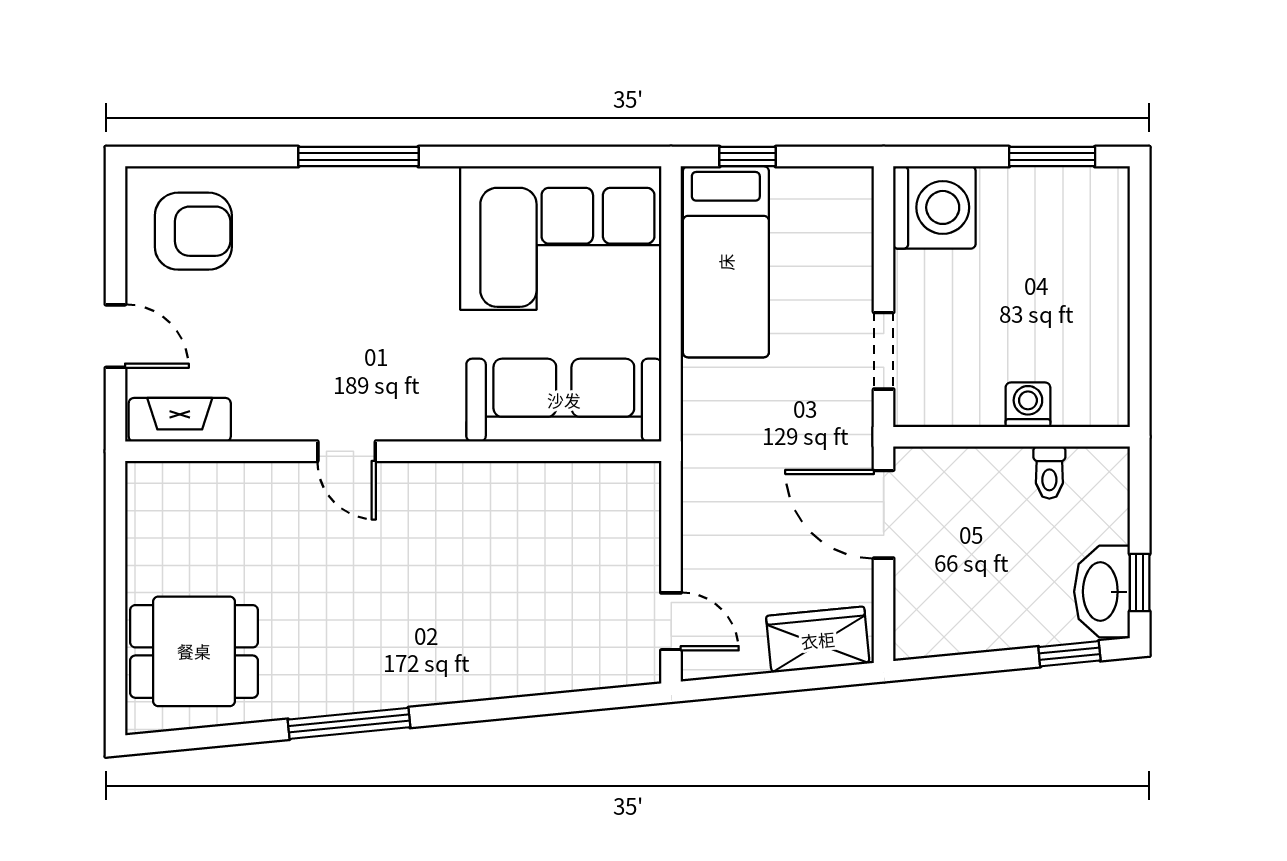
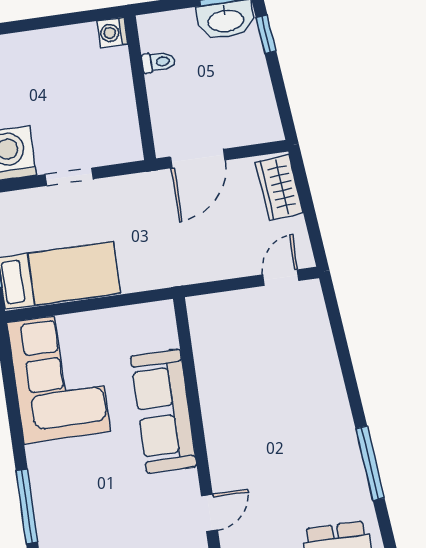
doorway: (884, 351) -> (69, 177), moved
sofa: (564, 400) -> (163, 411), moved
washing machine: (1028, 405) -> (112, 33), moved
door: (347, 451) -> (209, 513), moved

